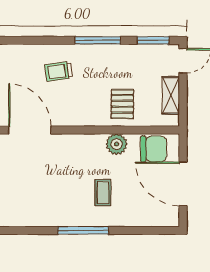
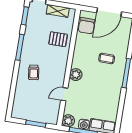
door: (30, 130) -> (64, 94), width x0.53
plant: (117, 144) -> (76, 75), moved
chair: (154, 149) -> (87, 26), turned 180

